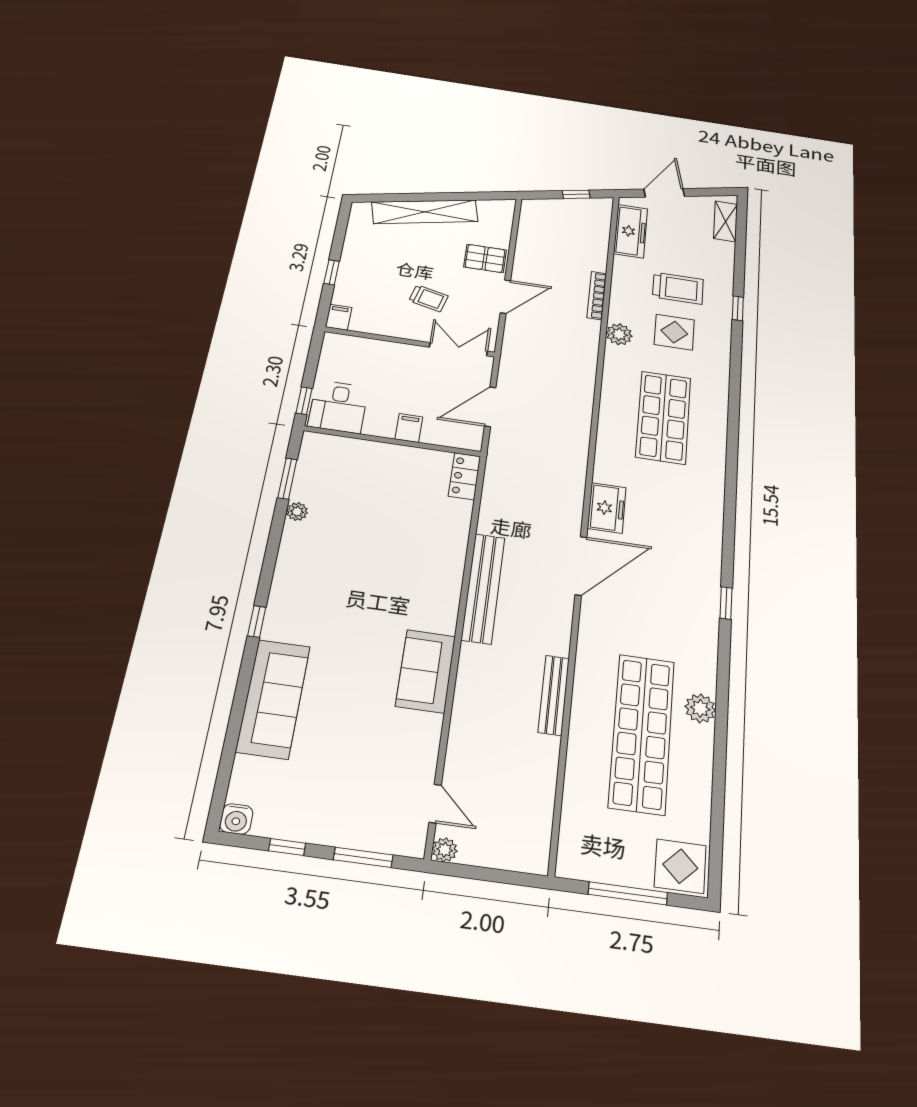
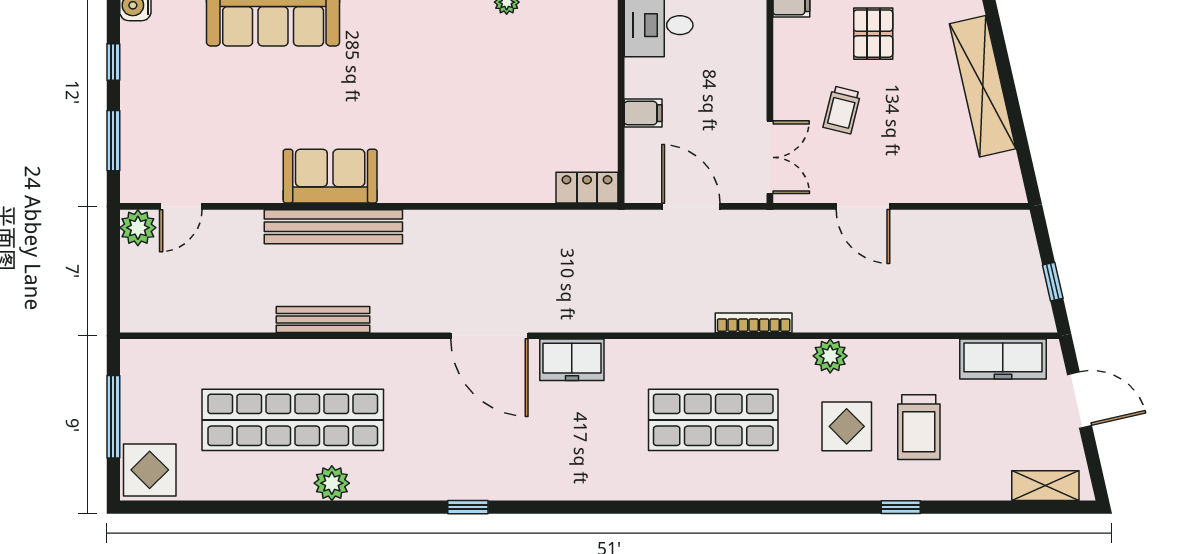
pallet: (485, 258) -> (873, 34), moved
bookcase: (597, 296) -> (754, 323), moved
bench: (483, 588) -> (333, 227), moved
plant: (445, 850) -> (138, 228), width x1.38, depth x1.38

